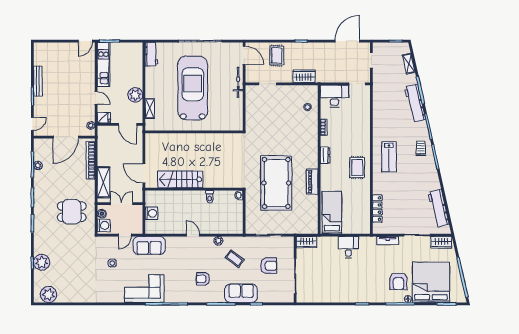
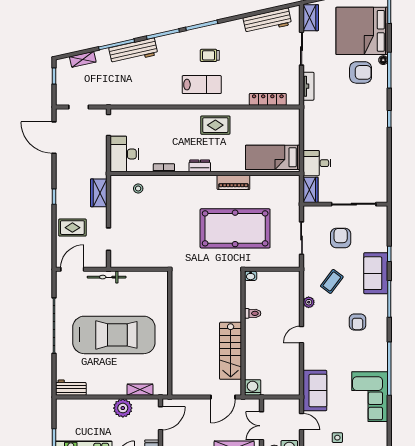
car: (193, 88) -> (114, 335), turned 180
trolley: (421, 148) -> (210, 55), moved
washing machine: (152, 213) -> (253, 387), moved
desk: (348, 247) -> (317, 163), moved

